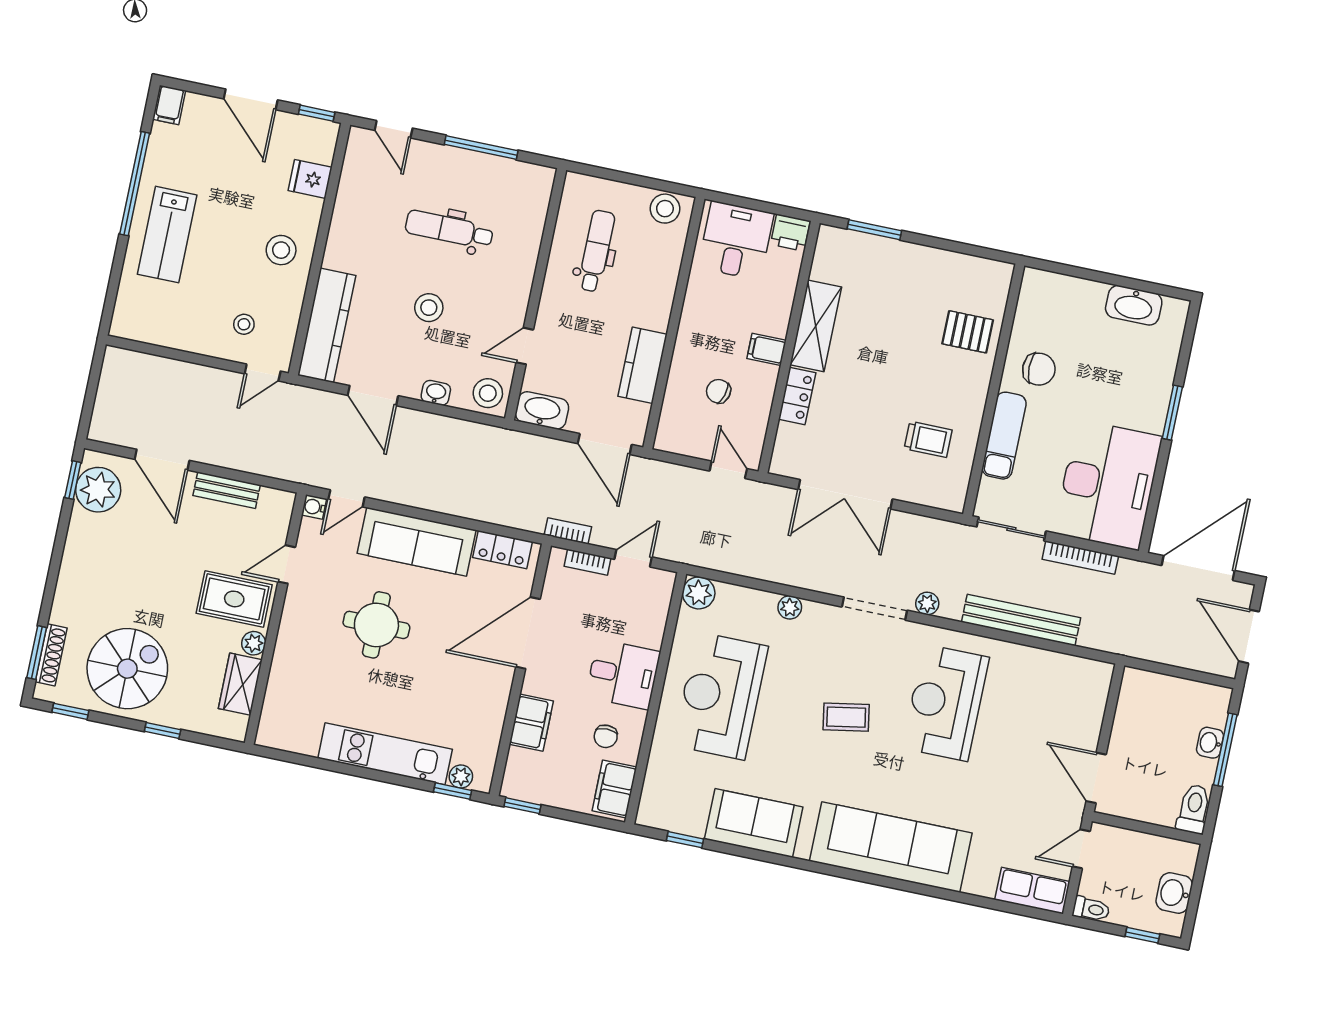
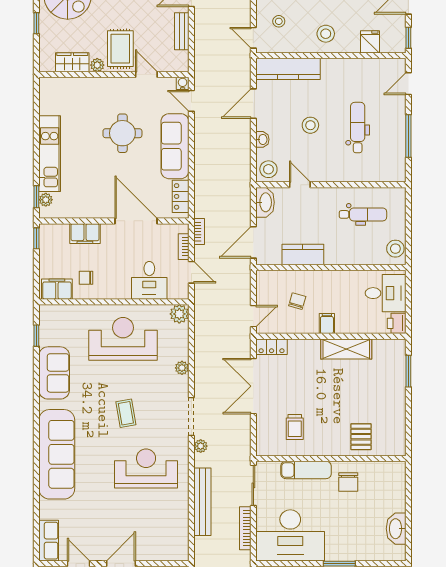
locker: (797, 396) -> (272, 347), moved
desk: (623, 674) -> (149, 280), moved

